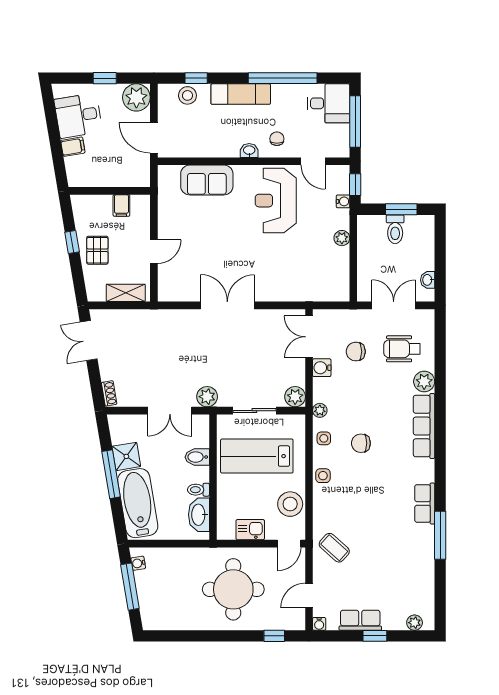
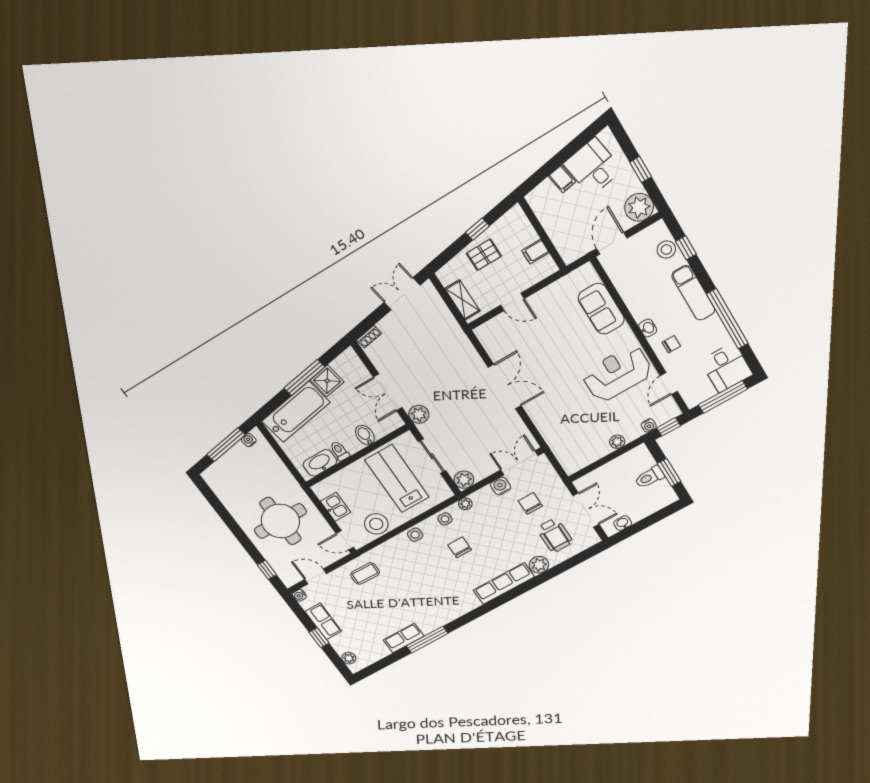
wheelchair: (402, 349) -> (555, 535), turned 180
row of seats: (425, 503) -> (404, 638), moved
coffee table: (334, 548) -> (365, 574), turned 49

